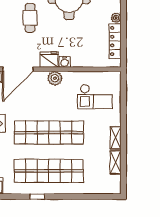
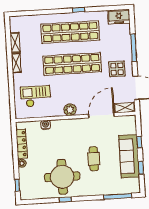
fridge: (49, 60) -> (76, 125), removed
water cooler: (65, 62) -> (46, 125), moved

